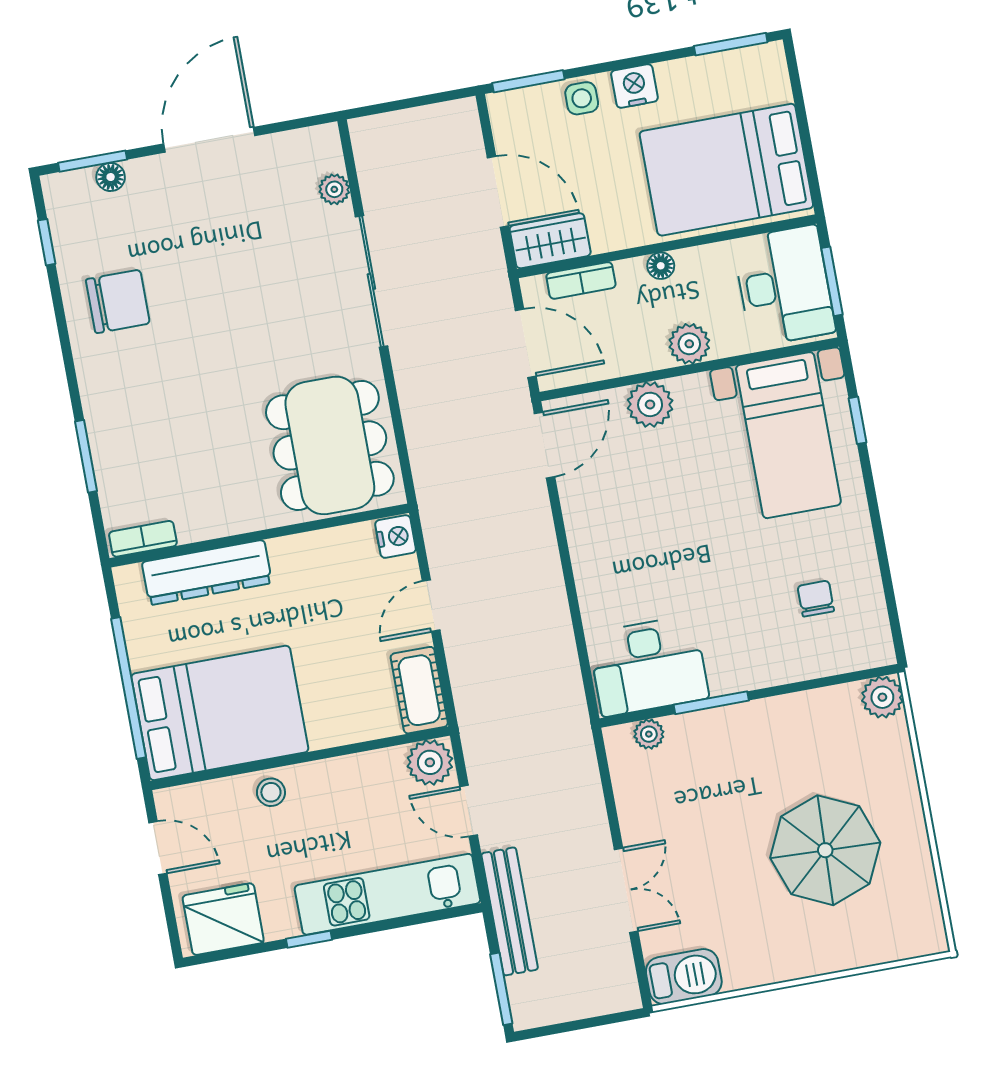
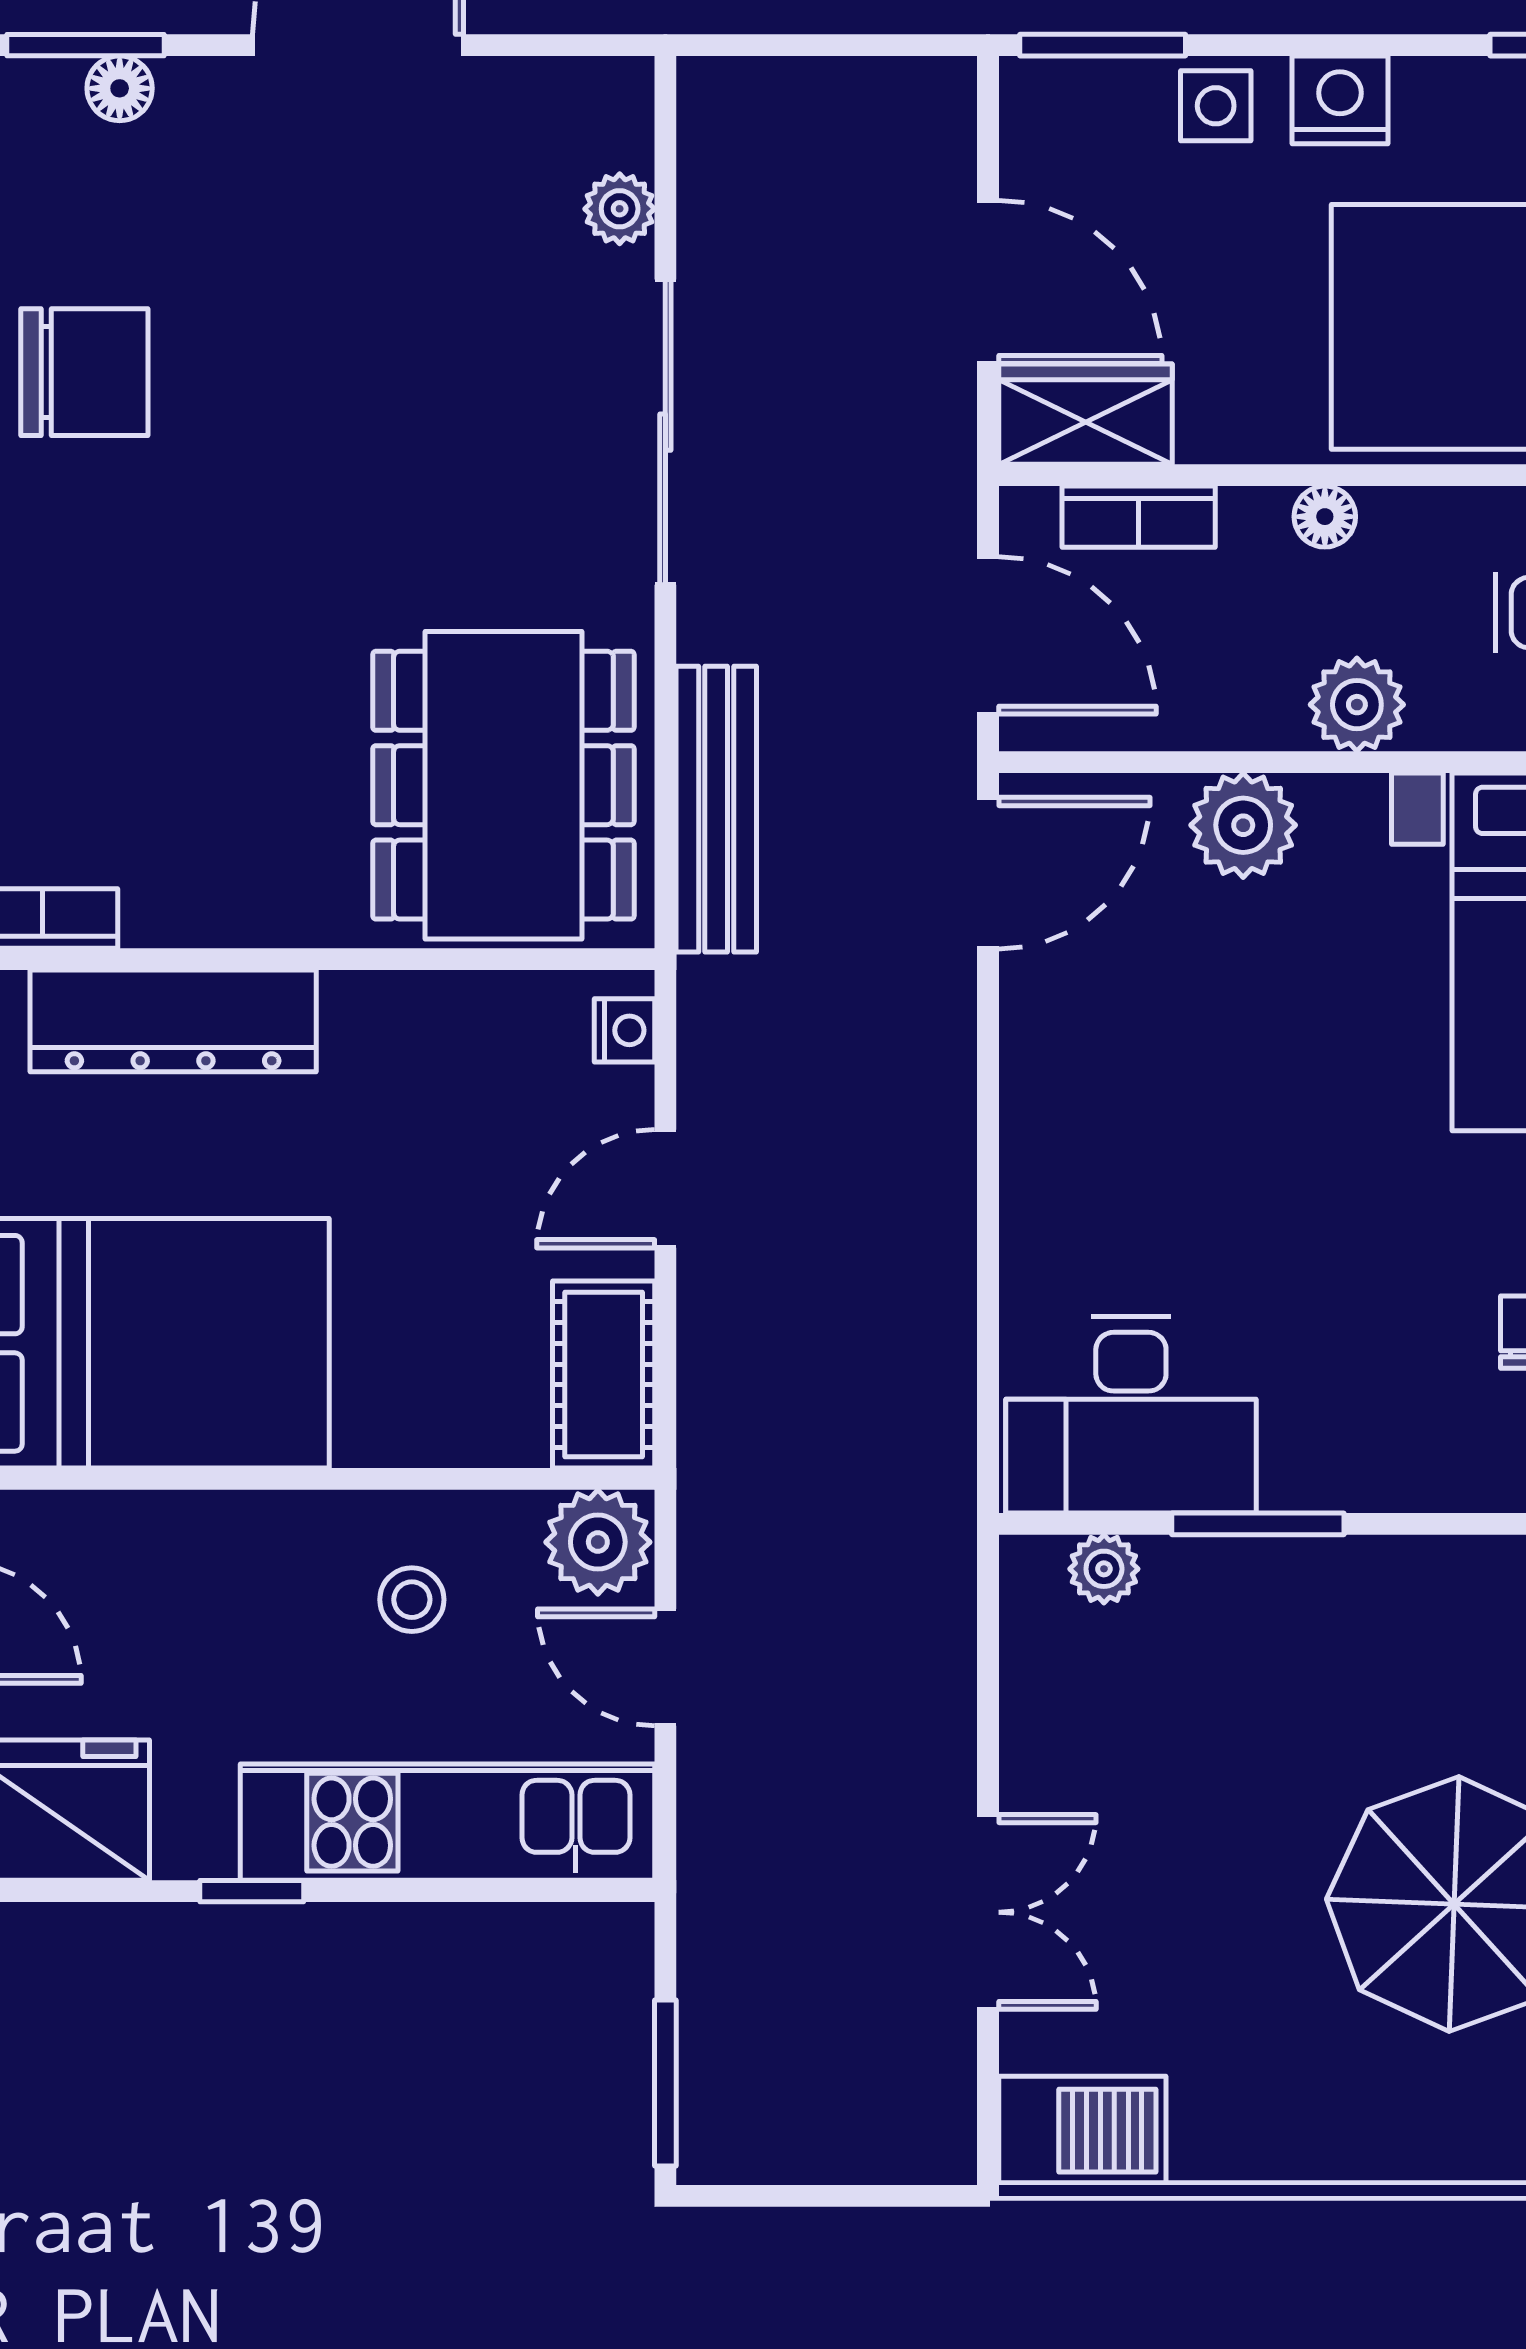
nightstand: (396, 537) -> (625, 1030), width x0.72, depth x0.74
stool: (271, 792) -> (412, 1600), moved
bench: (510, 911) -> (716, 809), moved

